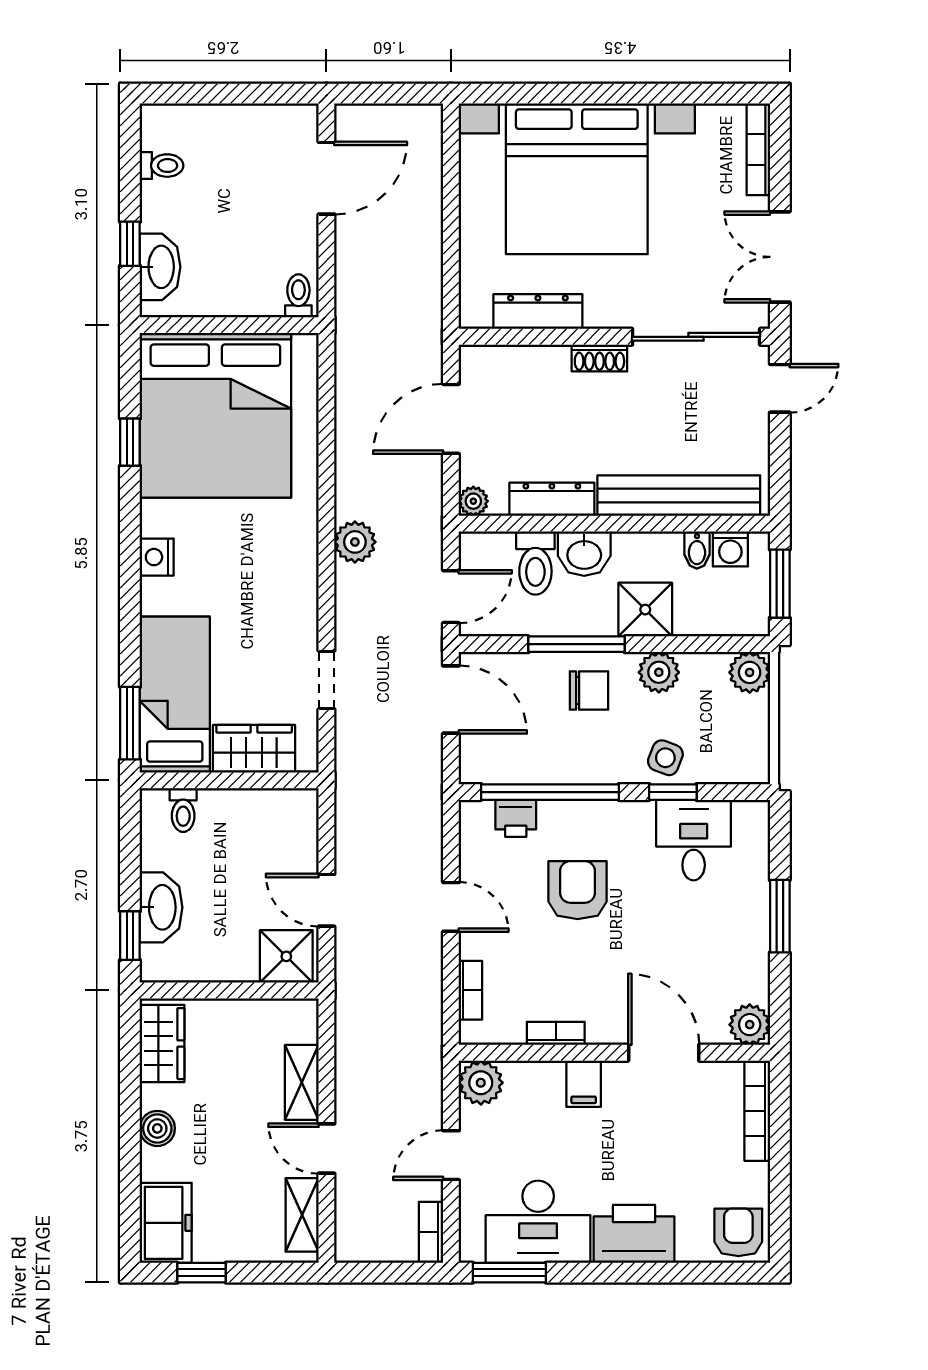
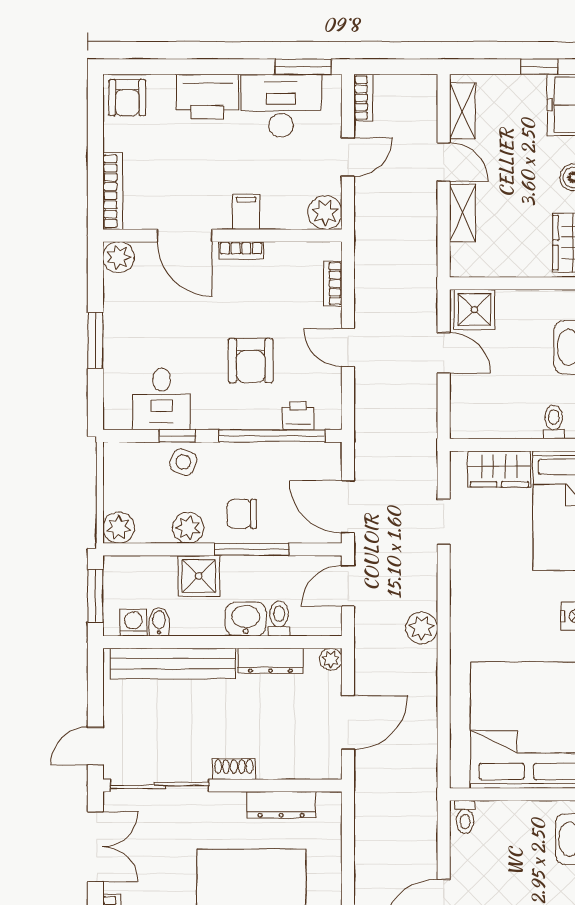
toilet: (535, 563) -> (279, 618), width x0.73, depth x0.72
bookcase: (556, 1033) -> (241, 250), moved

